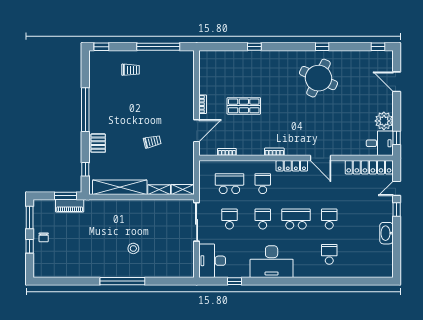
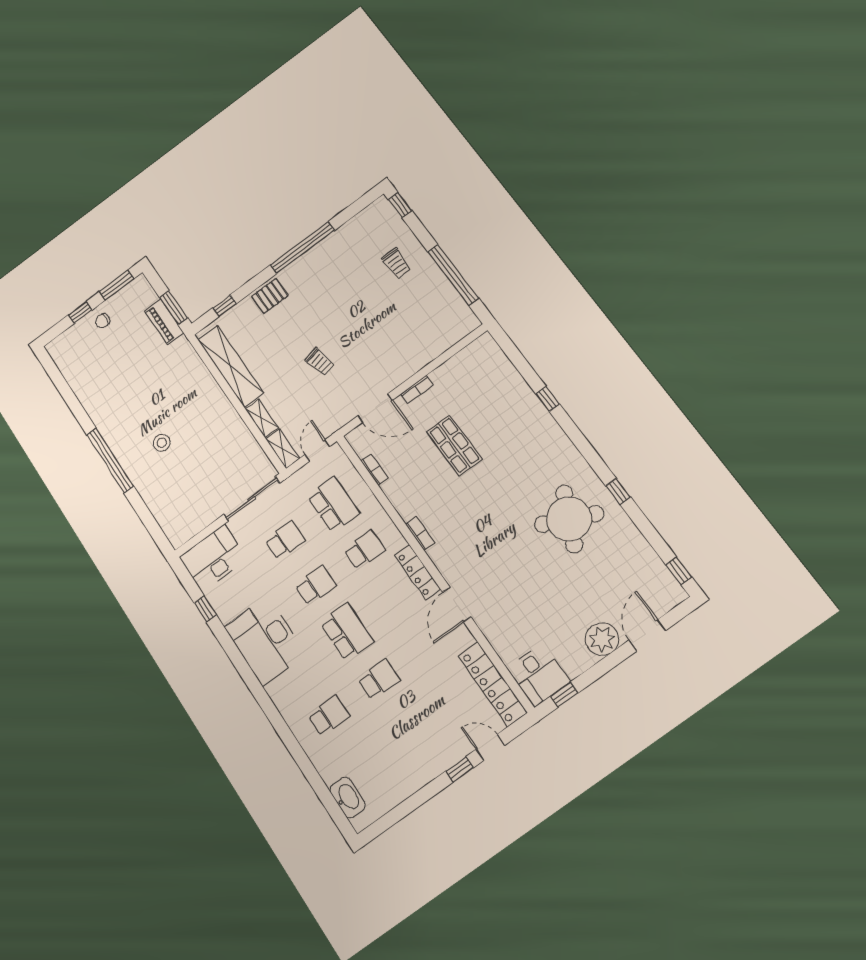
plant: (384, 121) -> (602, 639), moved
door: (197, 173) -> (317, 451), added
washbasin: (386, 233) -> (347, 797), moved, turned 90

